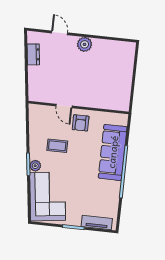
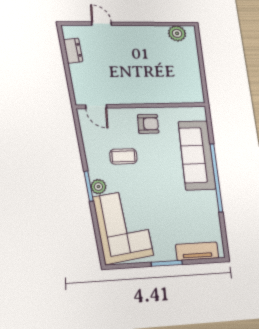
plant: (85, 44) -> (177, 33), moved
door: (64, 106) -> (96, 107), moved
armchair: (81, 123) -> (148, 124), turned -90

